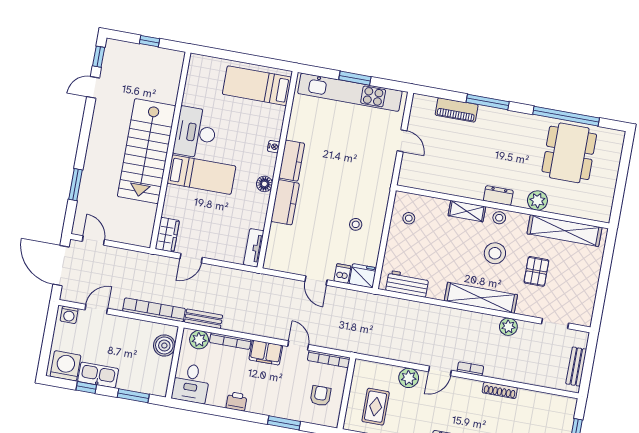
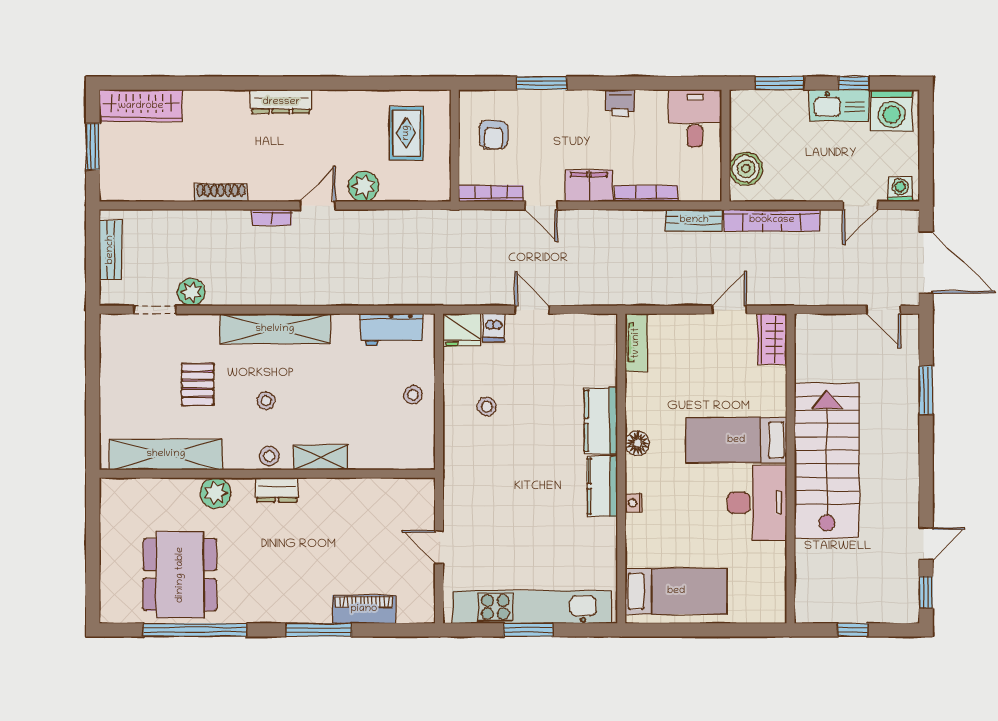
stool: (409, 218) -> (413, 395), moved
stool: (495, 253) -> (266, 401), width x0.53, depth x0.53
plant: (508, 327) -> (191, 292), moved
plant: (199, 340) -> (695, 187), removed

